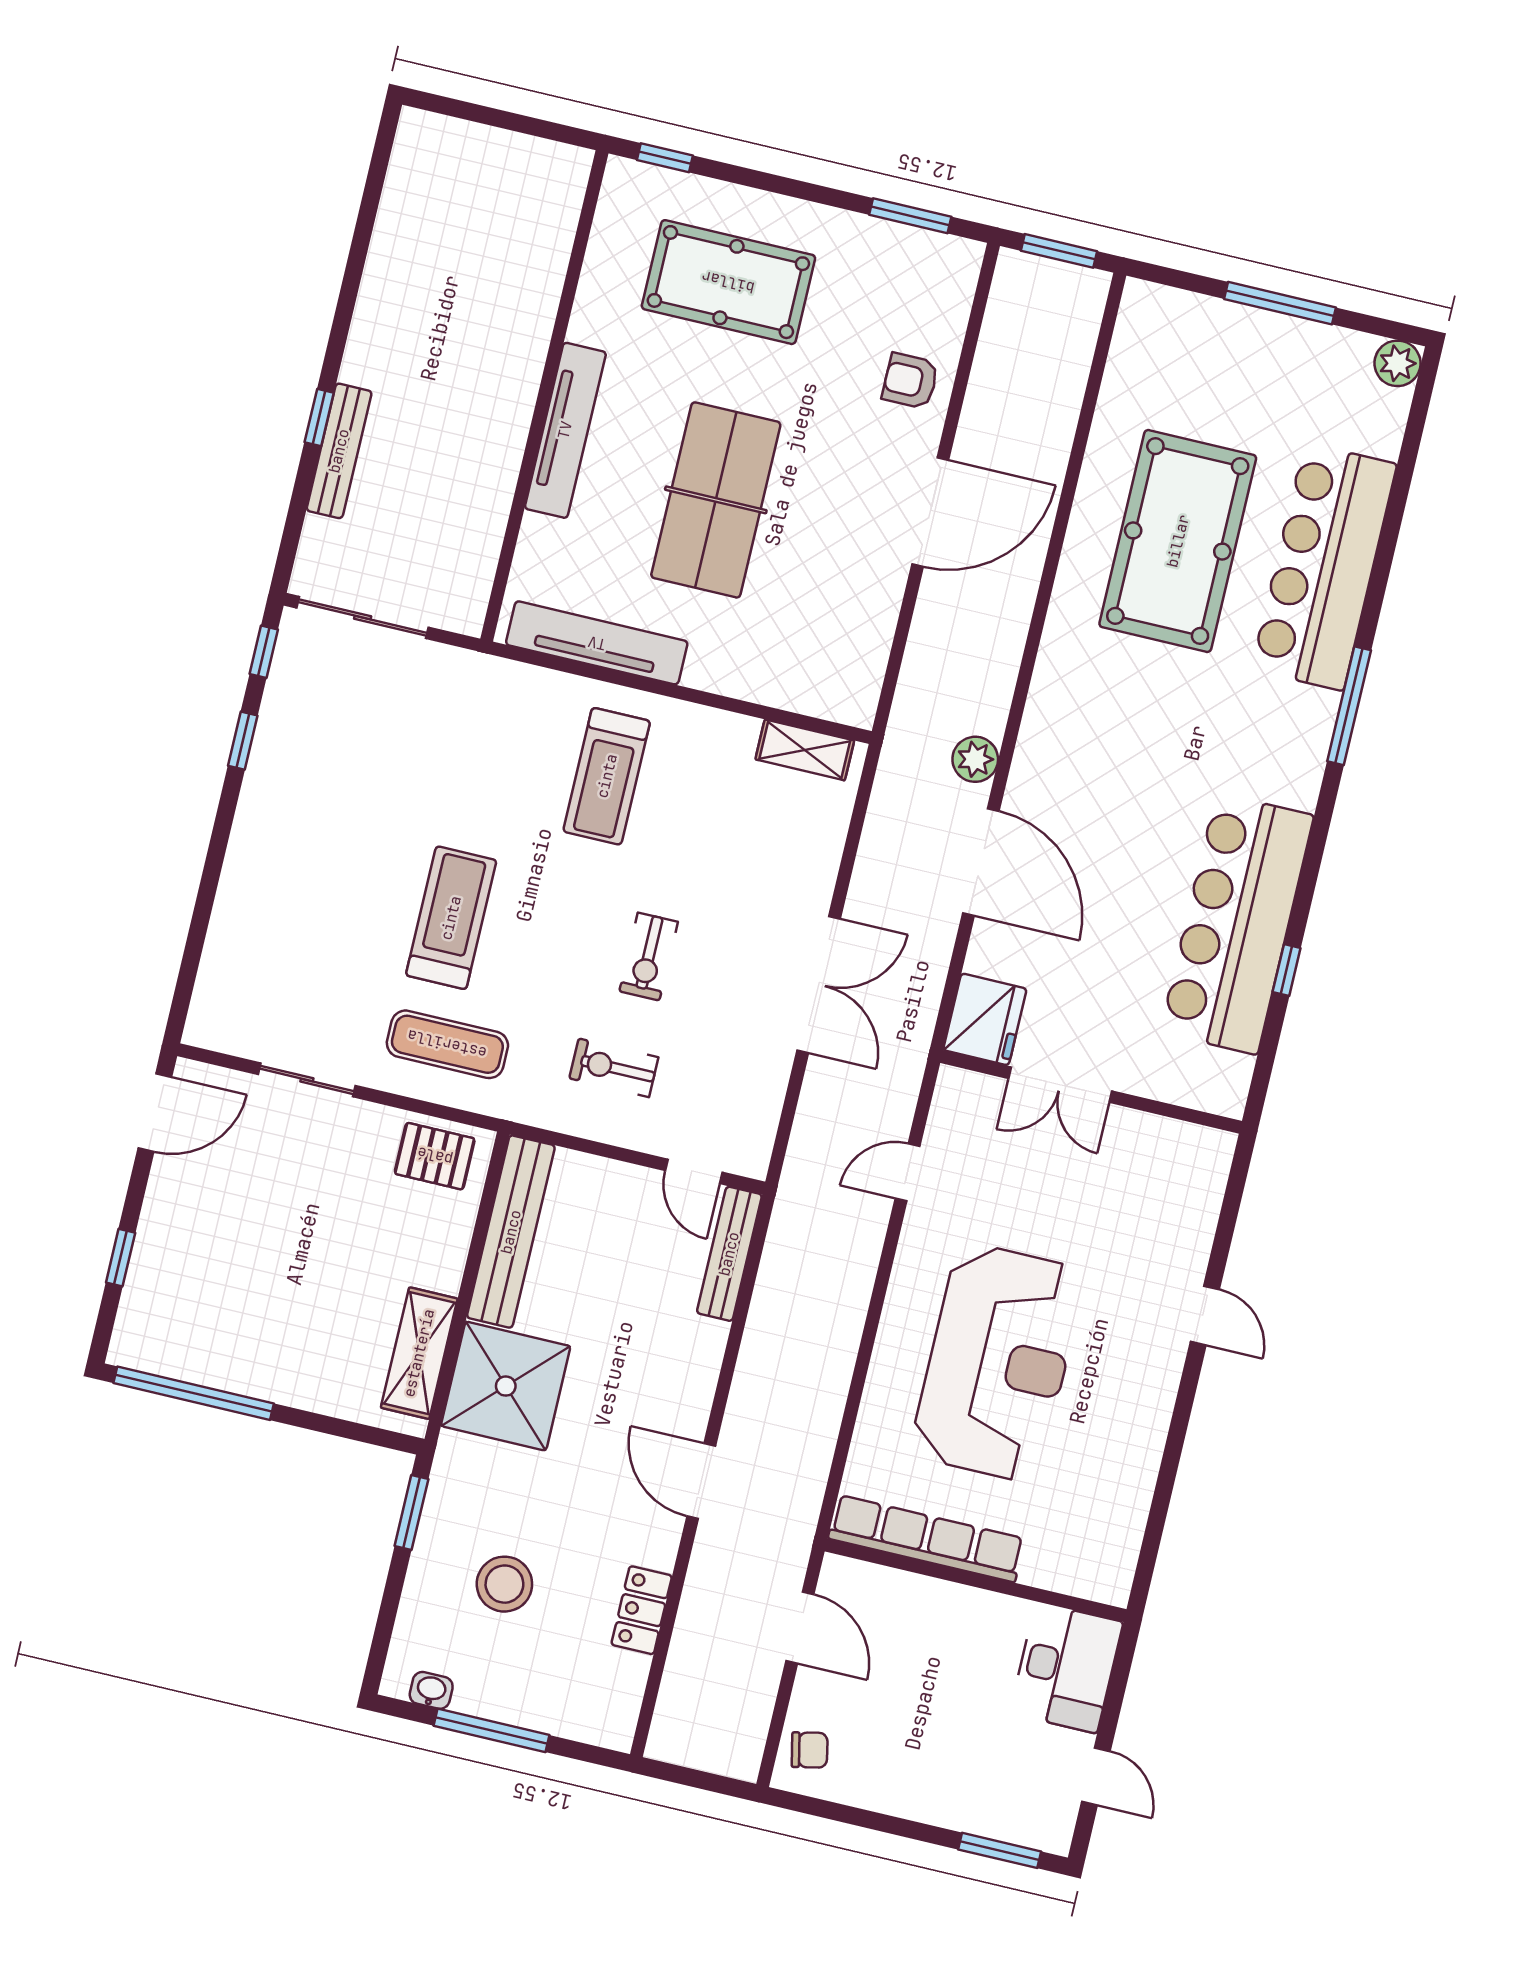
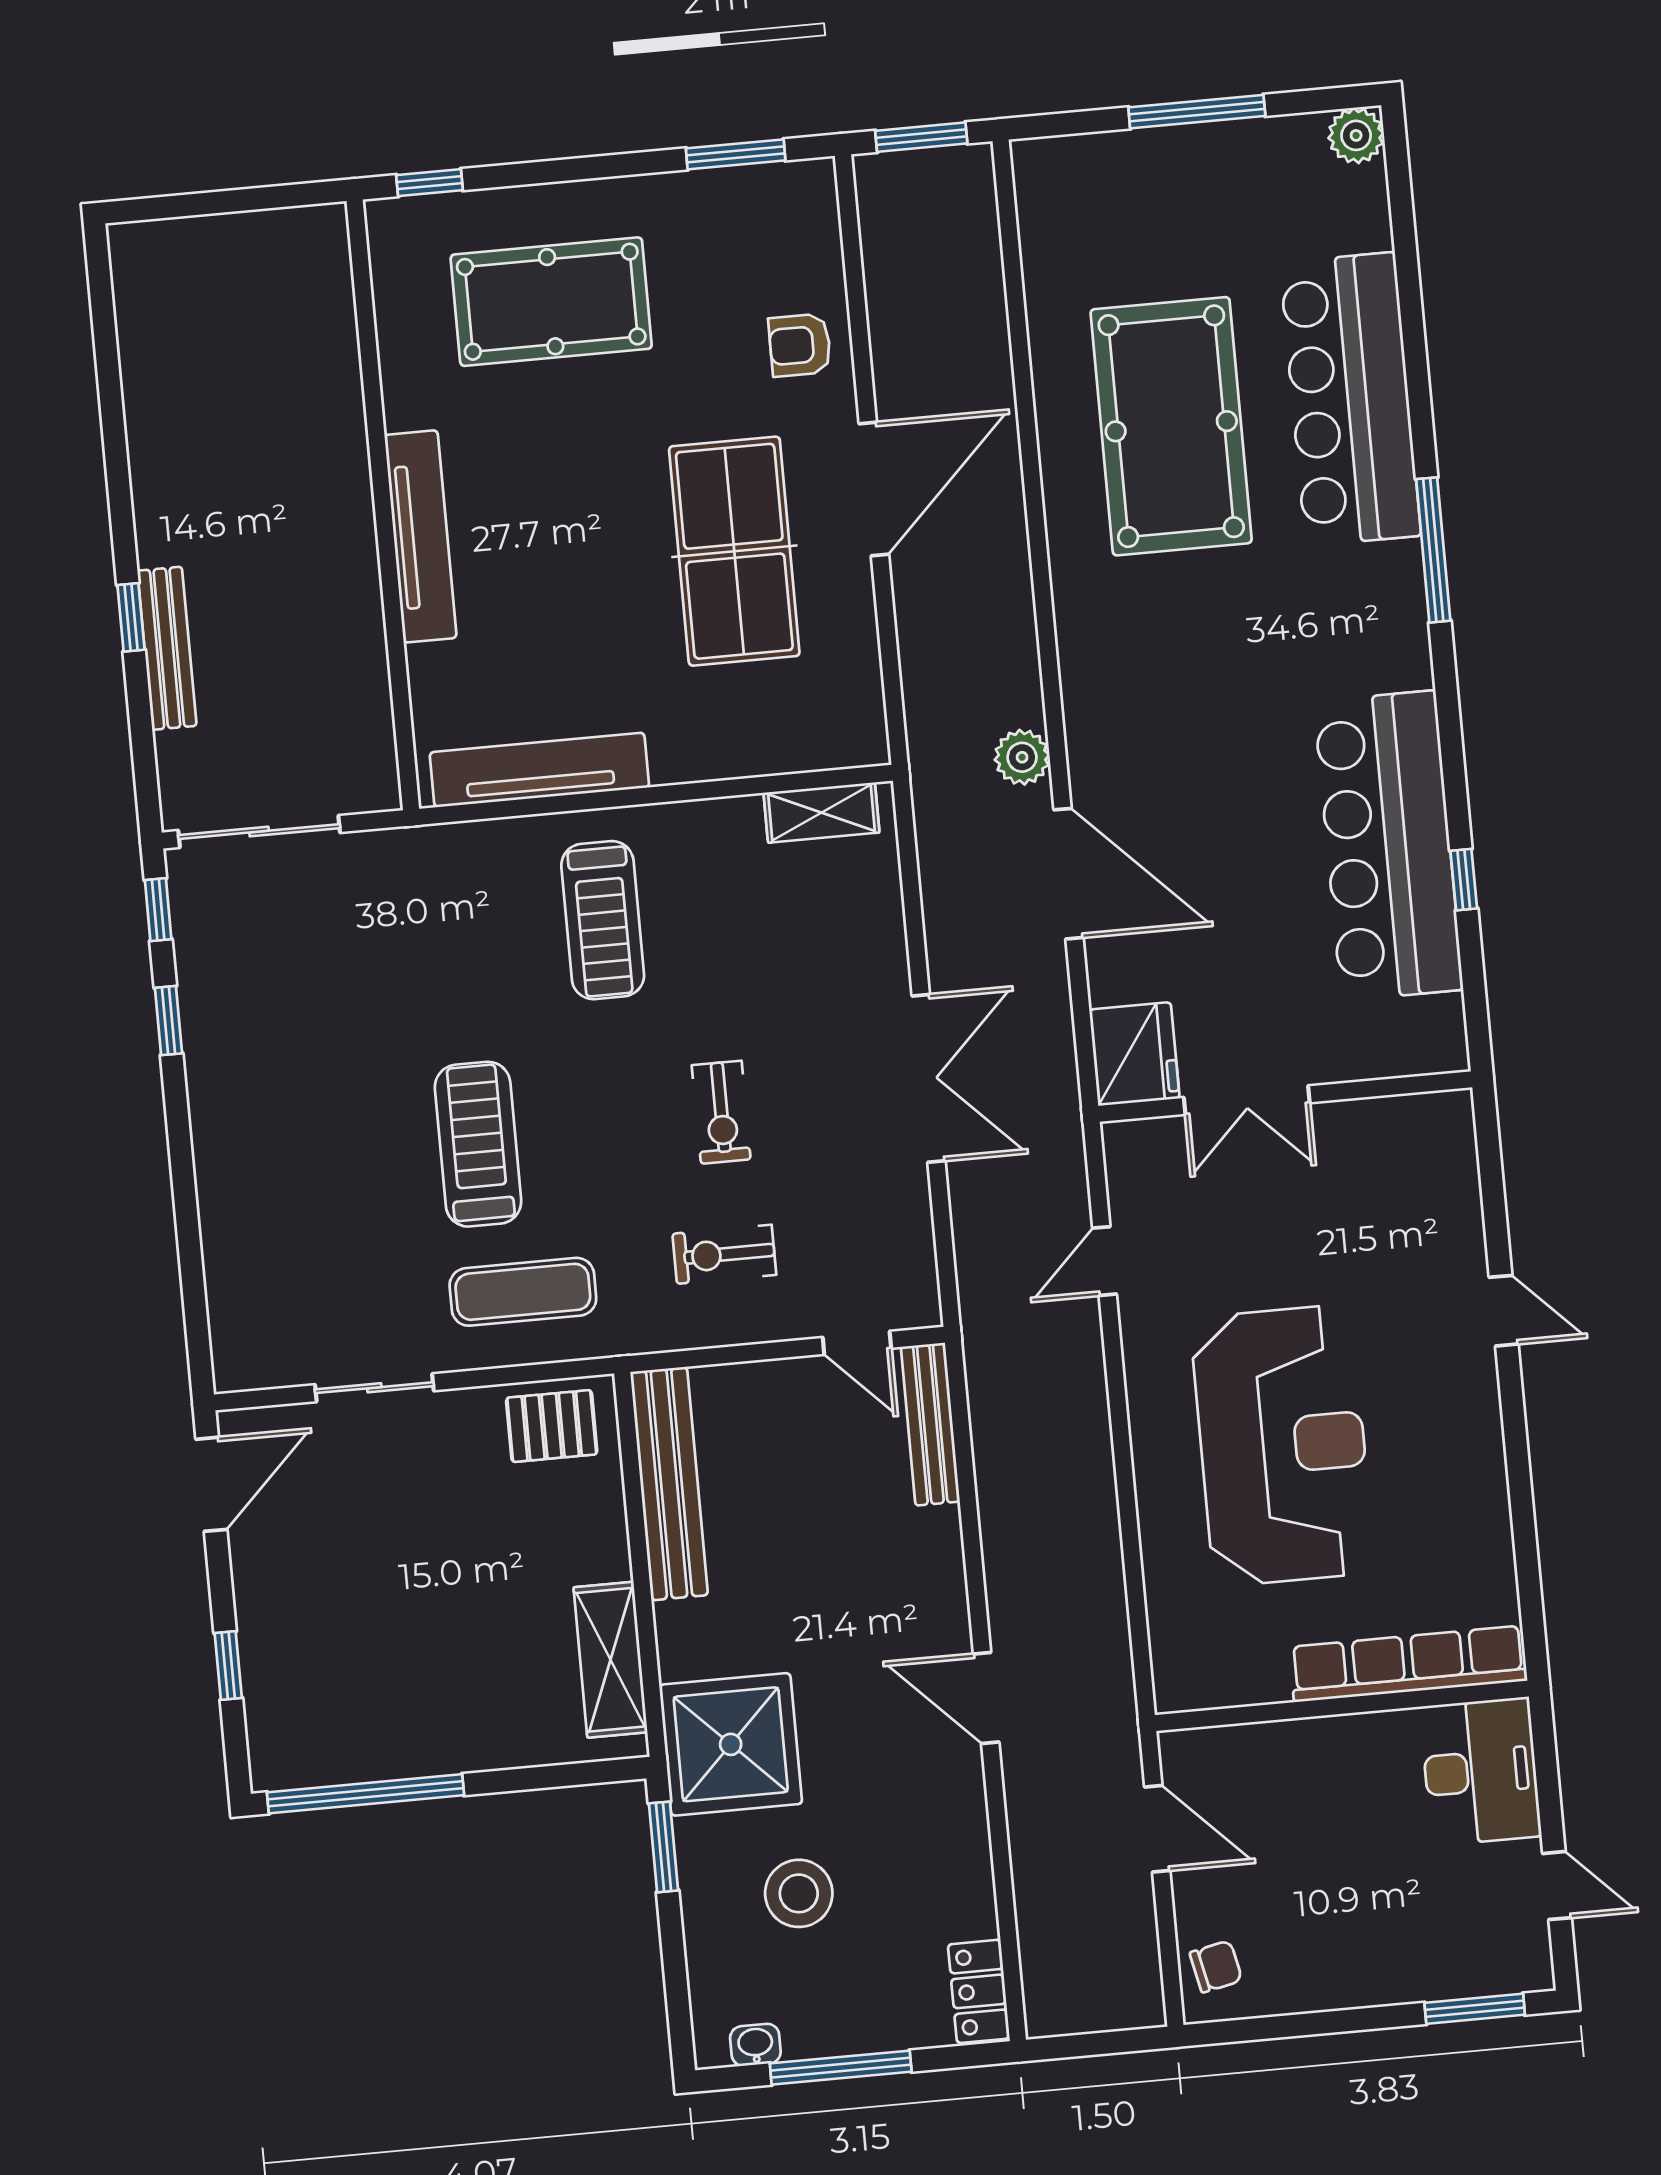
table tennis table: (716, 500) -> (734, 551), moved
shower: (506, 1386) -> (731, 1744), moved
row of seats: (926, 1539) -> (1408, 1664), moved
locker: (642, 1610) -> (979, 1991), moved

